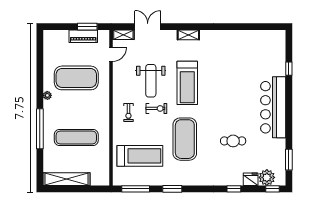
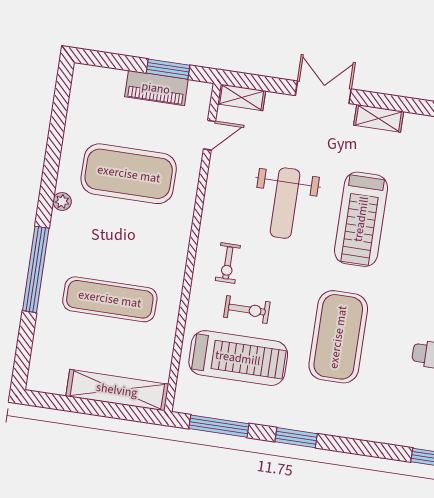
double door: (148, 27) -> (323, 92), moved
exercise bike: (156, 108) -> (247, 310), moved
shelving: (67, 179) -> (117, 390), moved

